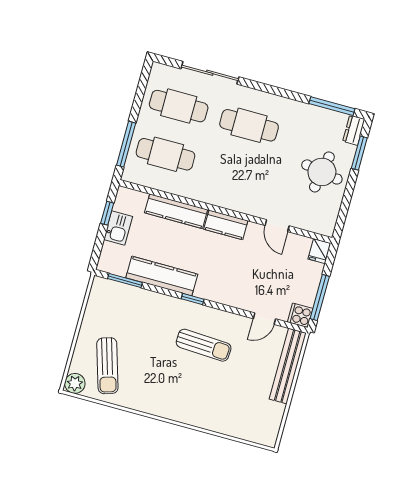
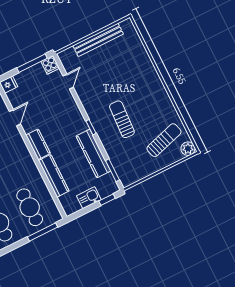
window: (107, 213) -> (107, 200), moved
door: (264, 319) -> (68, 82), hinge flipped
sun lounger: (204, 345) -> (122, 119), moved
bench: (288, 366) -> (98, 40), moved

